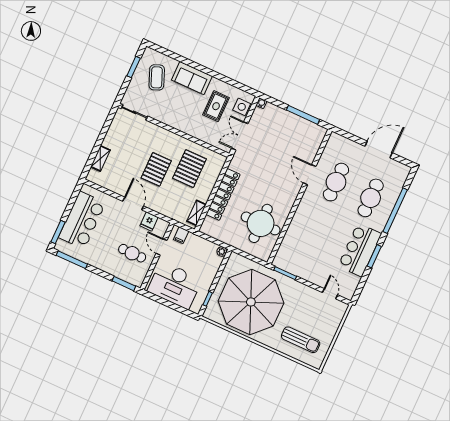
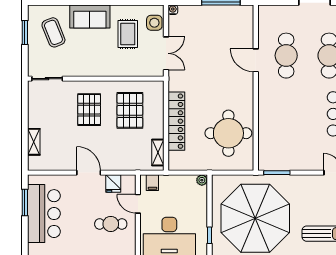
double door: (240, 136) -> (166, 53), swing flipped
pallet: (156, 169) -> (89, 110), moved
window: (58, 232) -> (25, 202), moved

